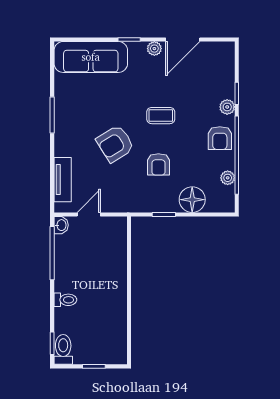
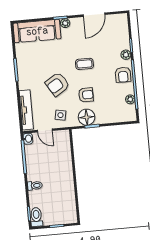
plant: (154, 49) -> (65, 23), moved
armchair: (158, 164) -> (86, 95), turned -90
tv unit: (63, 180) -> (26, 110), width x1.41
side table: (116, 193) -> (60, 115), added
floor lamp: (192, 200) -> (87, 117), moved
door: (89, 214) -> (45, 130), swing flipped

